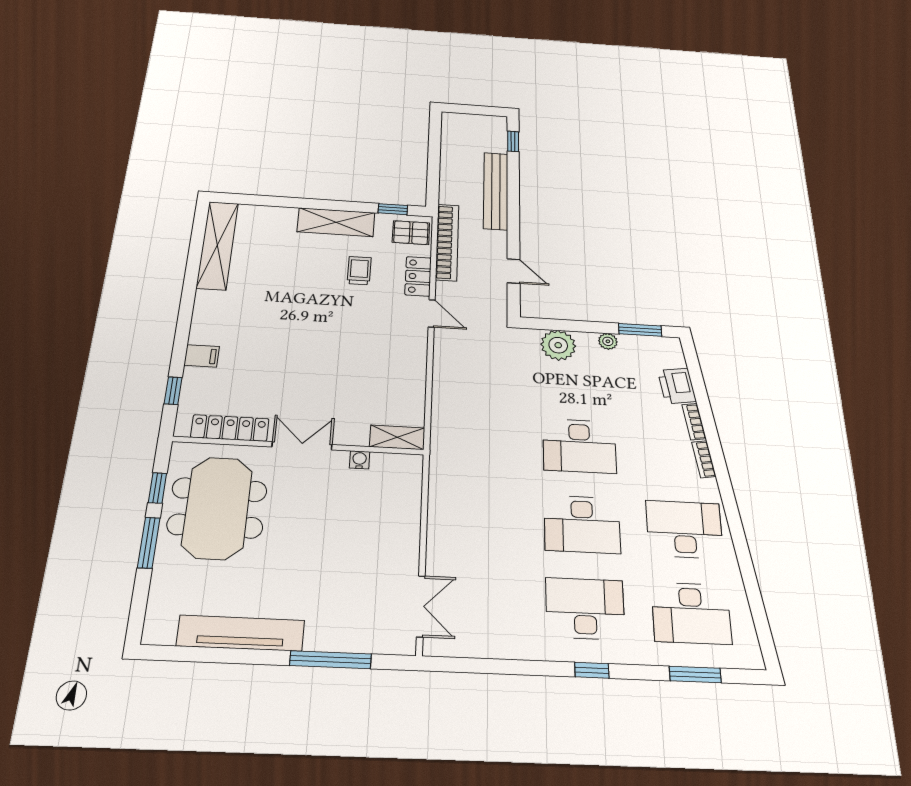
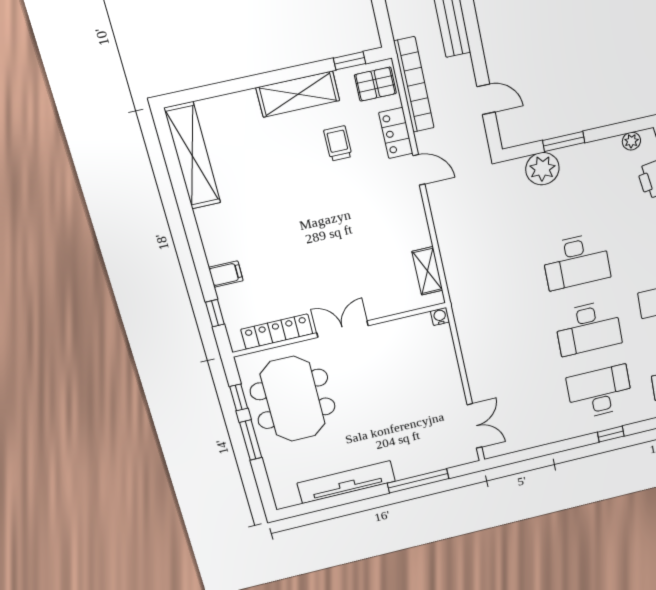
window: (640, 330) -> (564, 141), moved
plant: (608, 341) -> (631, 141), moved
shelving: (397, 437) -> (427, 271), moved, turned 90
water cooler: (359, 460) -> (440, 316), moved

